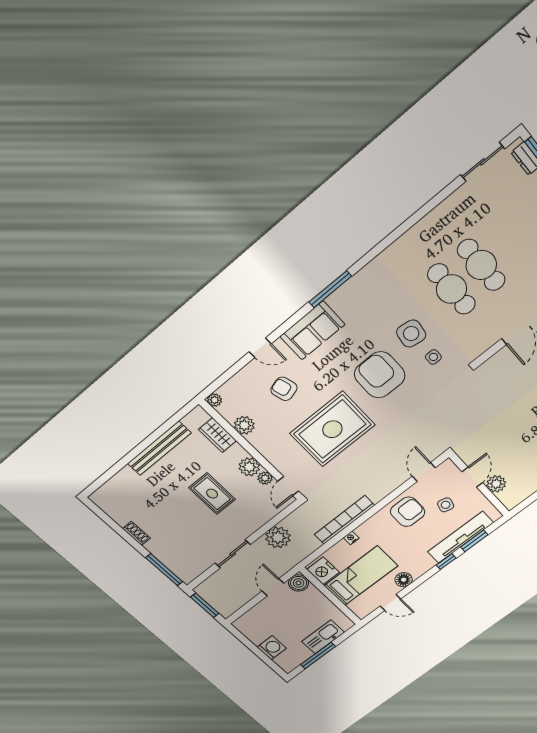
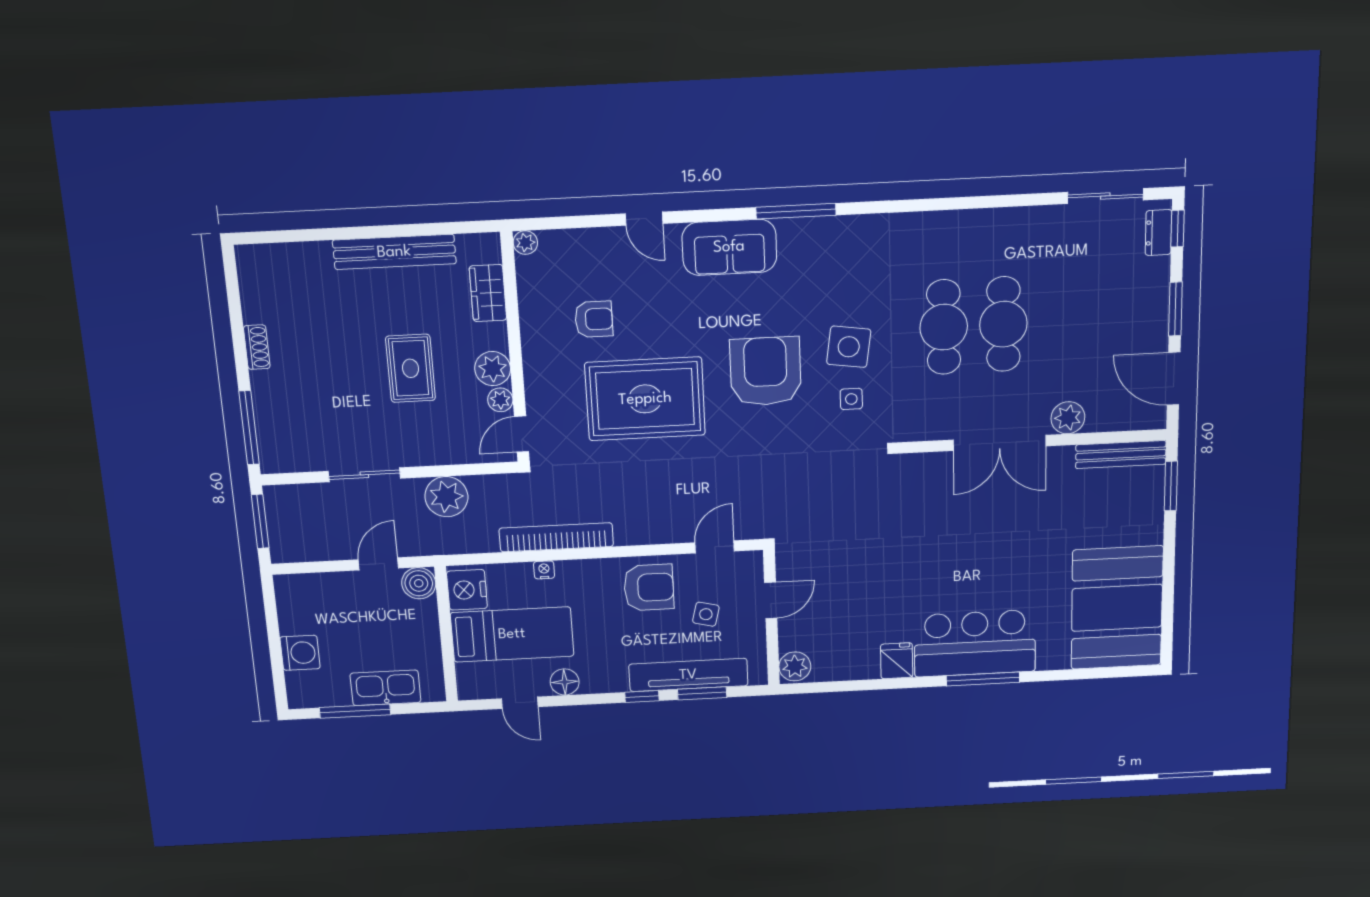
armchair: (284, 389) -> (594, 319), moved, turned 106
plant: (244, 425) -> (535, 306), removed
plant: (496, 484) -> (795, 666), moved

